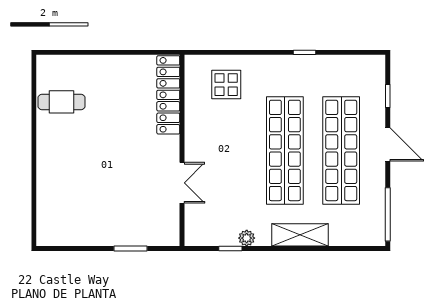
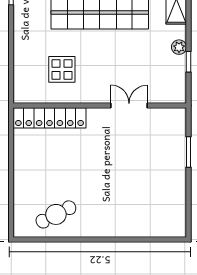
display table: (226, 85) -> (62, 69), moved
cafe table: (62, 102) -> (56, 214), turned 63

